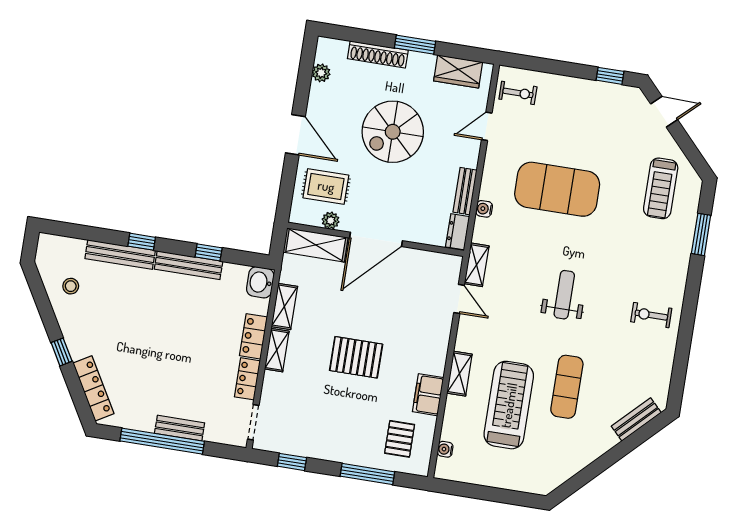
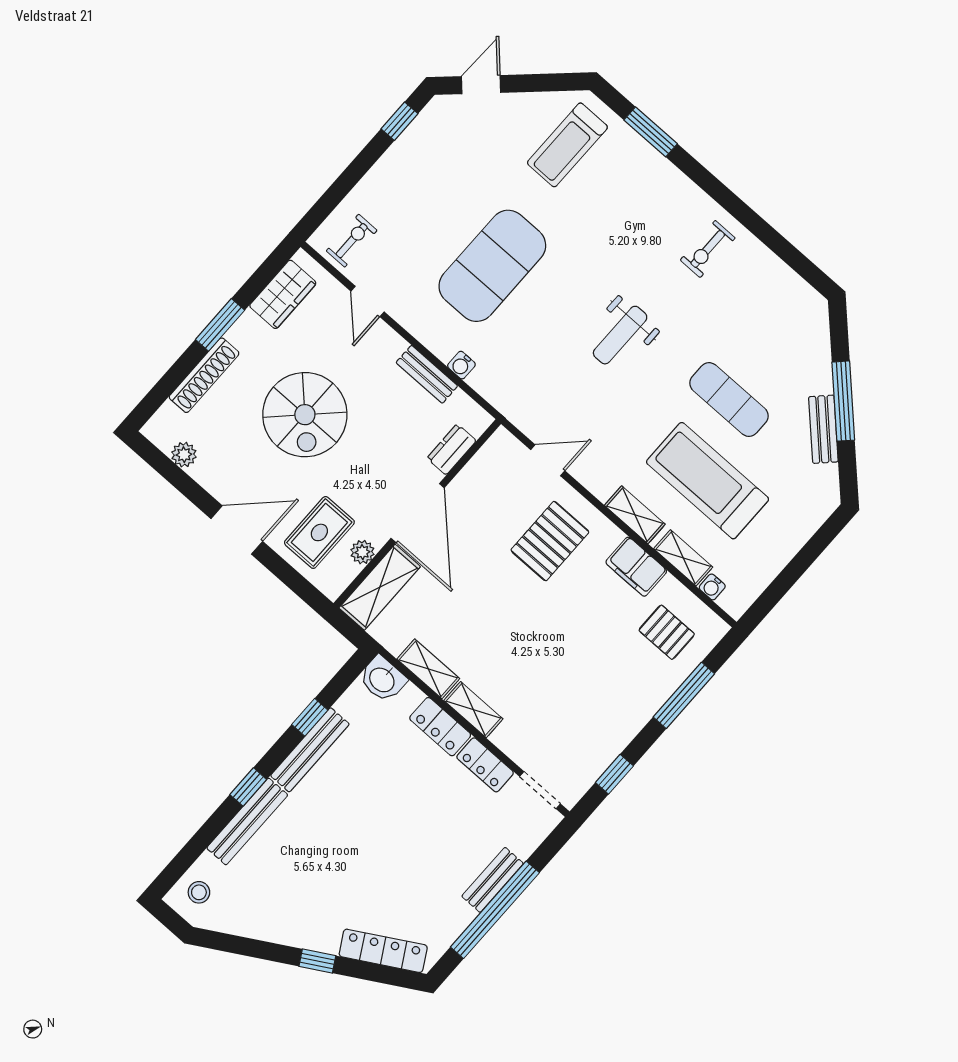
treadmill: (661, 188) -> (567, 145), turned 90
dresser: (458, 232) -> (452, 449), moved, turned 90
shelving: (477, 265) -> (683, 558), moved
stool: (71, 286) -> (199, 892), moved
weight bench: (564, 295) -> (620, 335), turned -90
pallet: (356, 357) -> (550, 541), moved
bench: (636, 419) -> (823, 429), moved
window: (610, 458) -> (843, 401), added

